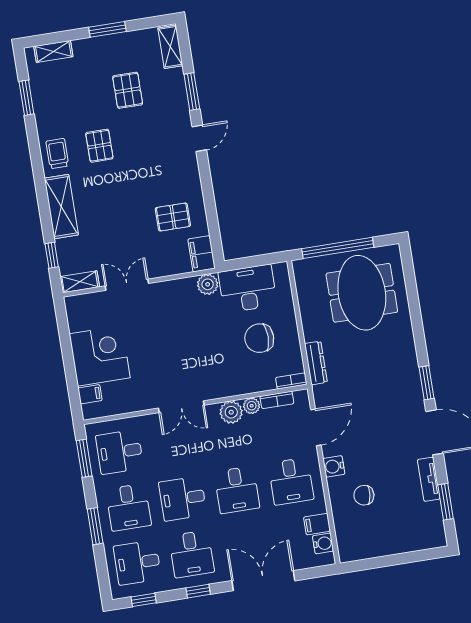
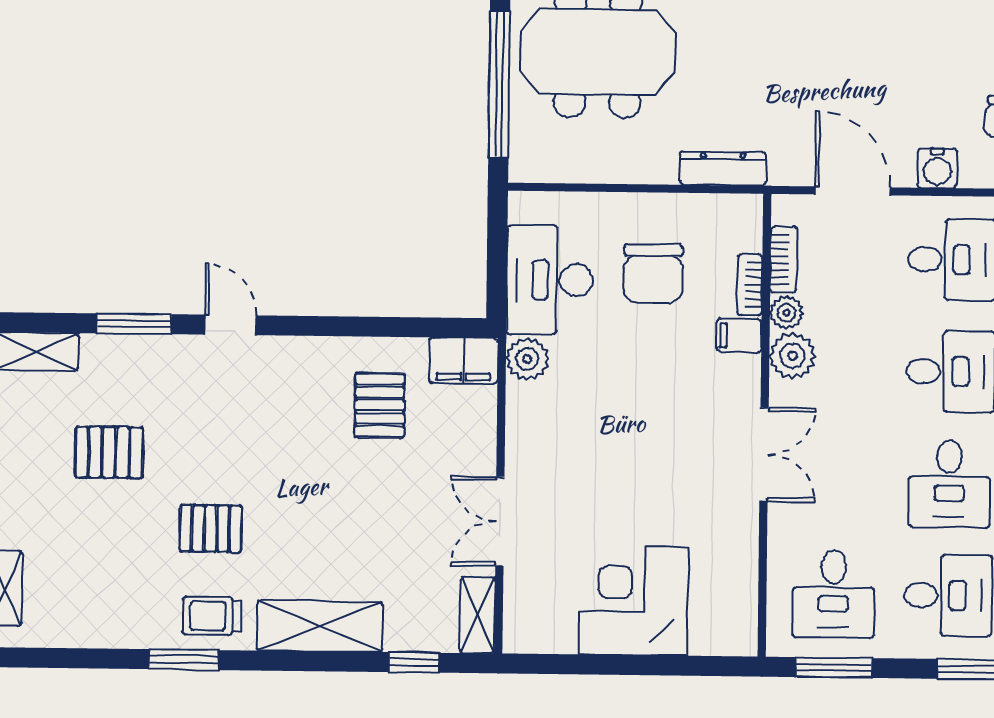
window: (26, 98) -> (184, 660), moved
bookcase: (291, 381) -> (750, 285), moved
filing cabinet: (90, 394) -> (739, 335), moved, turned -90

